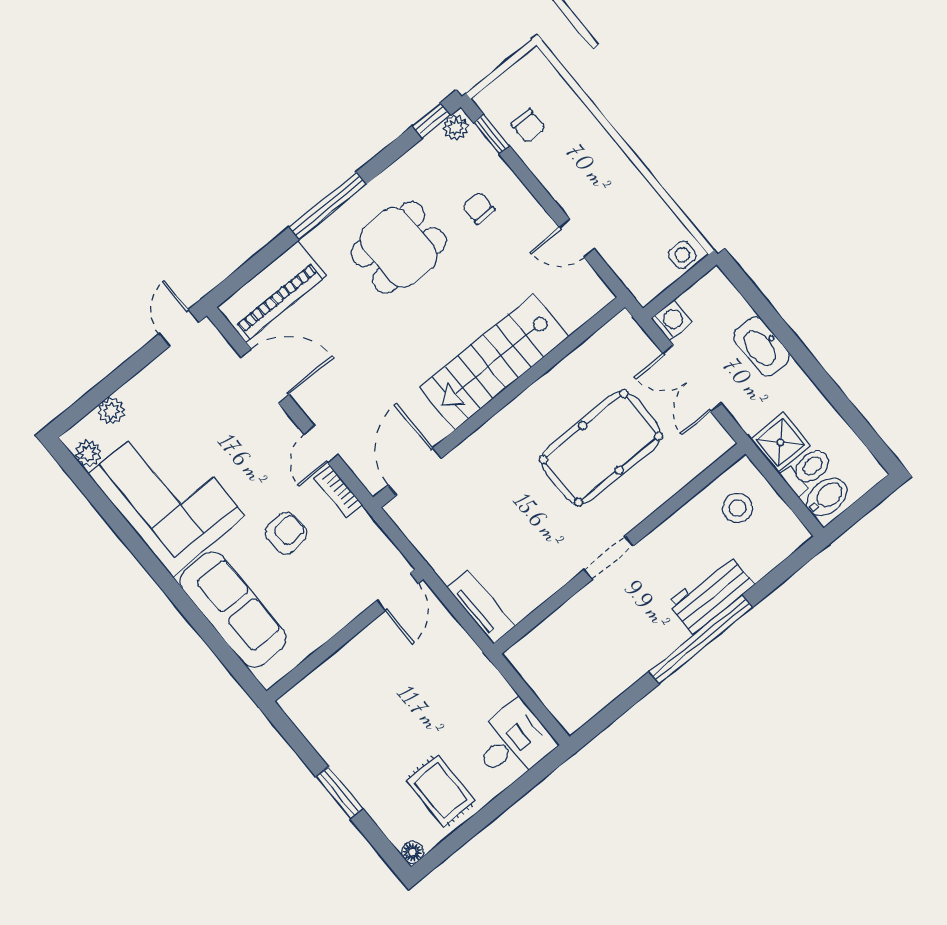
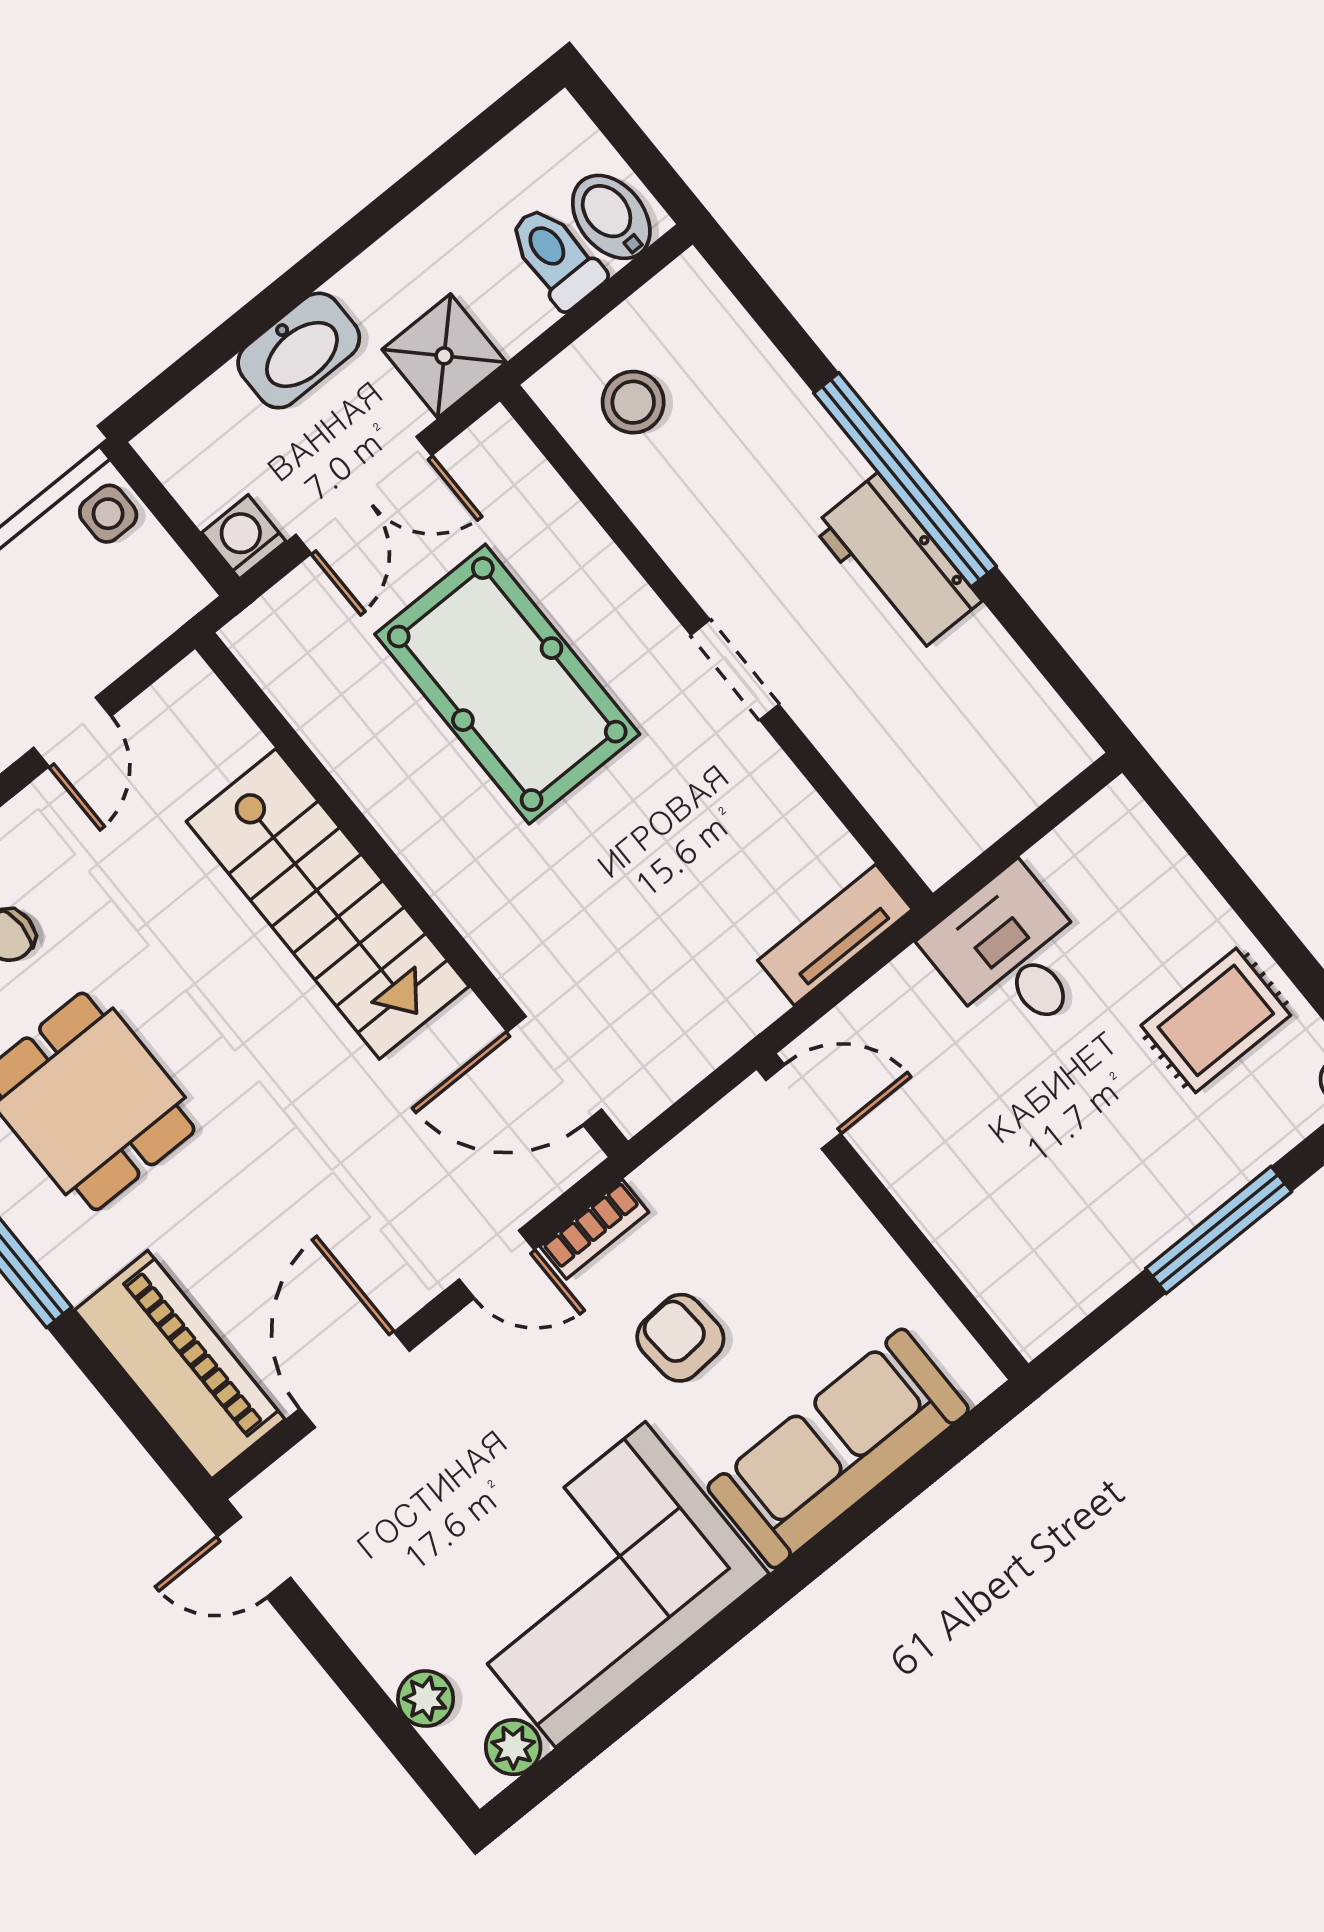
shower: (780, 442) -> (444, 356), moved
workbench: (711, 594) -> (897, 563), moved
desk: (513, 742) -> (1012, 955), moved
window: (339, 793) -> (1219, 1230), width x1.44

